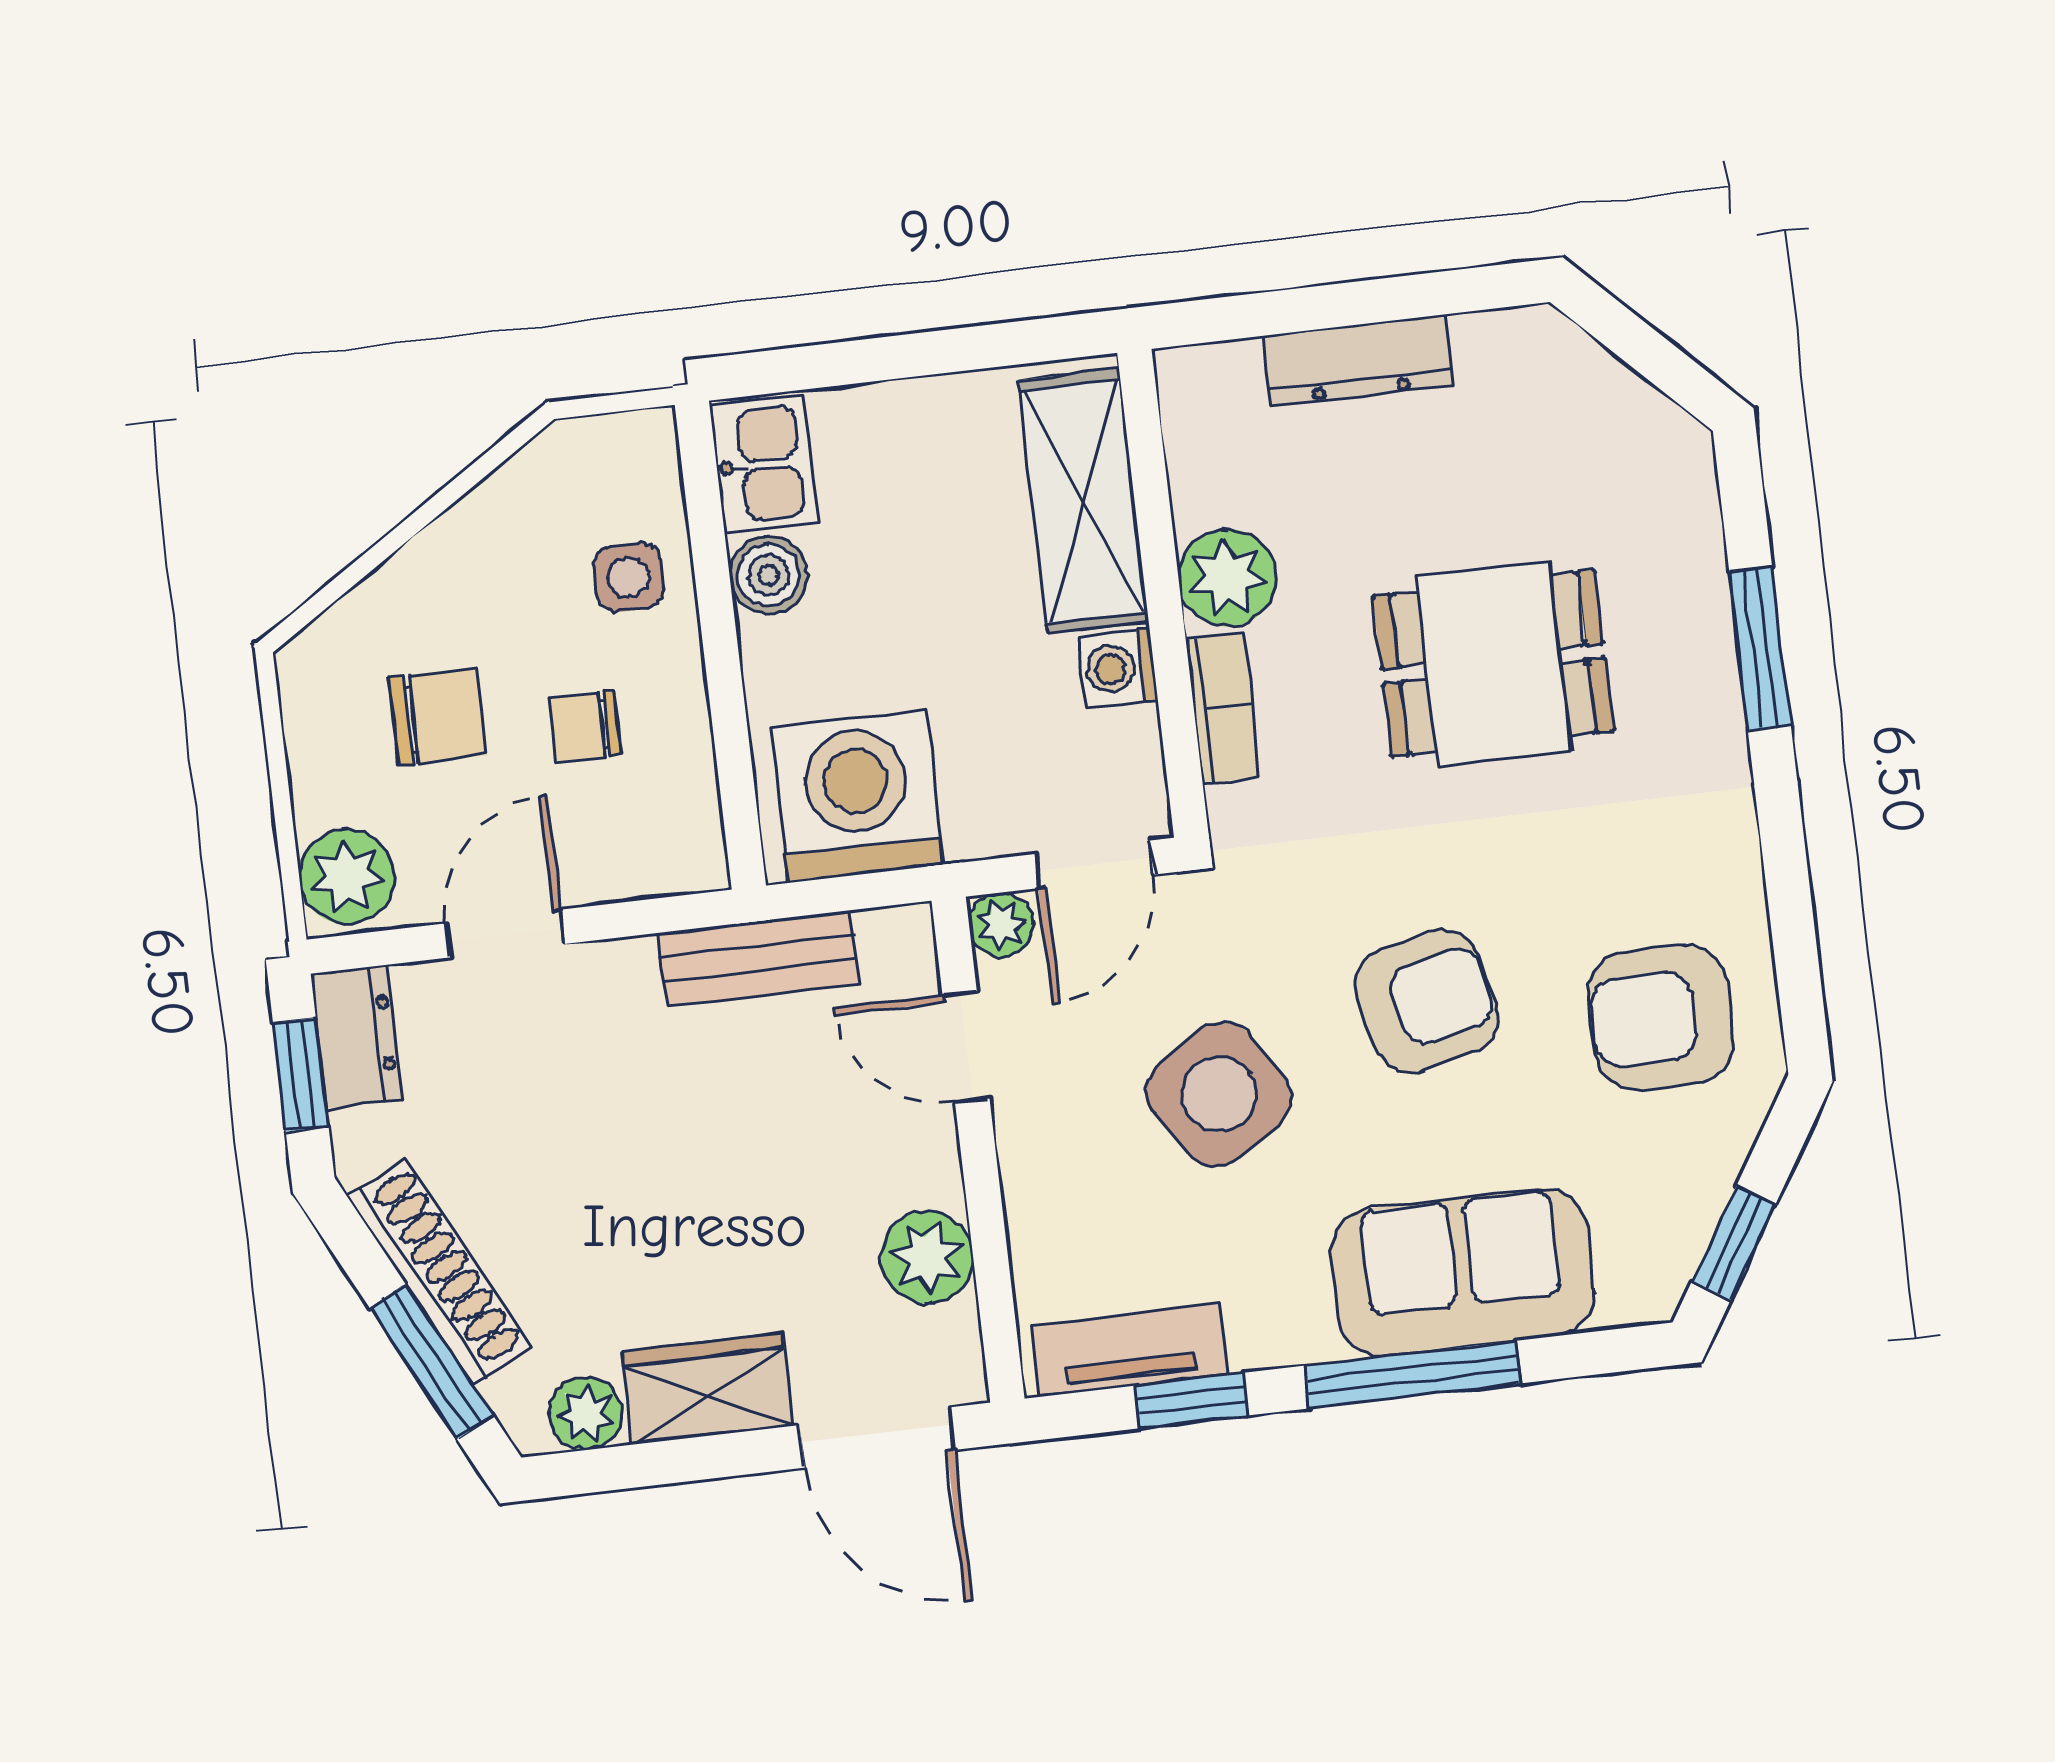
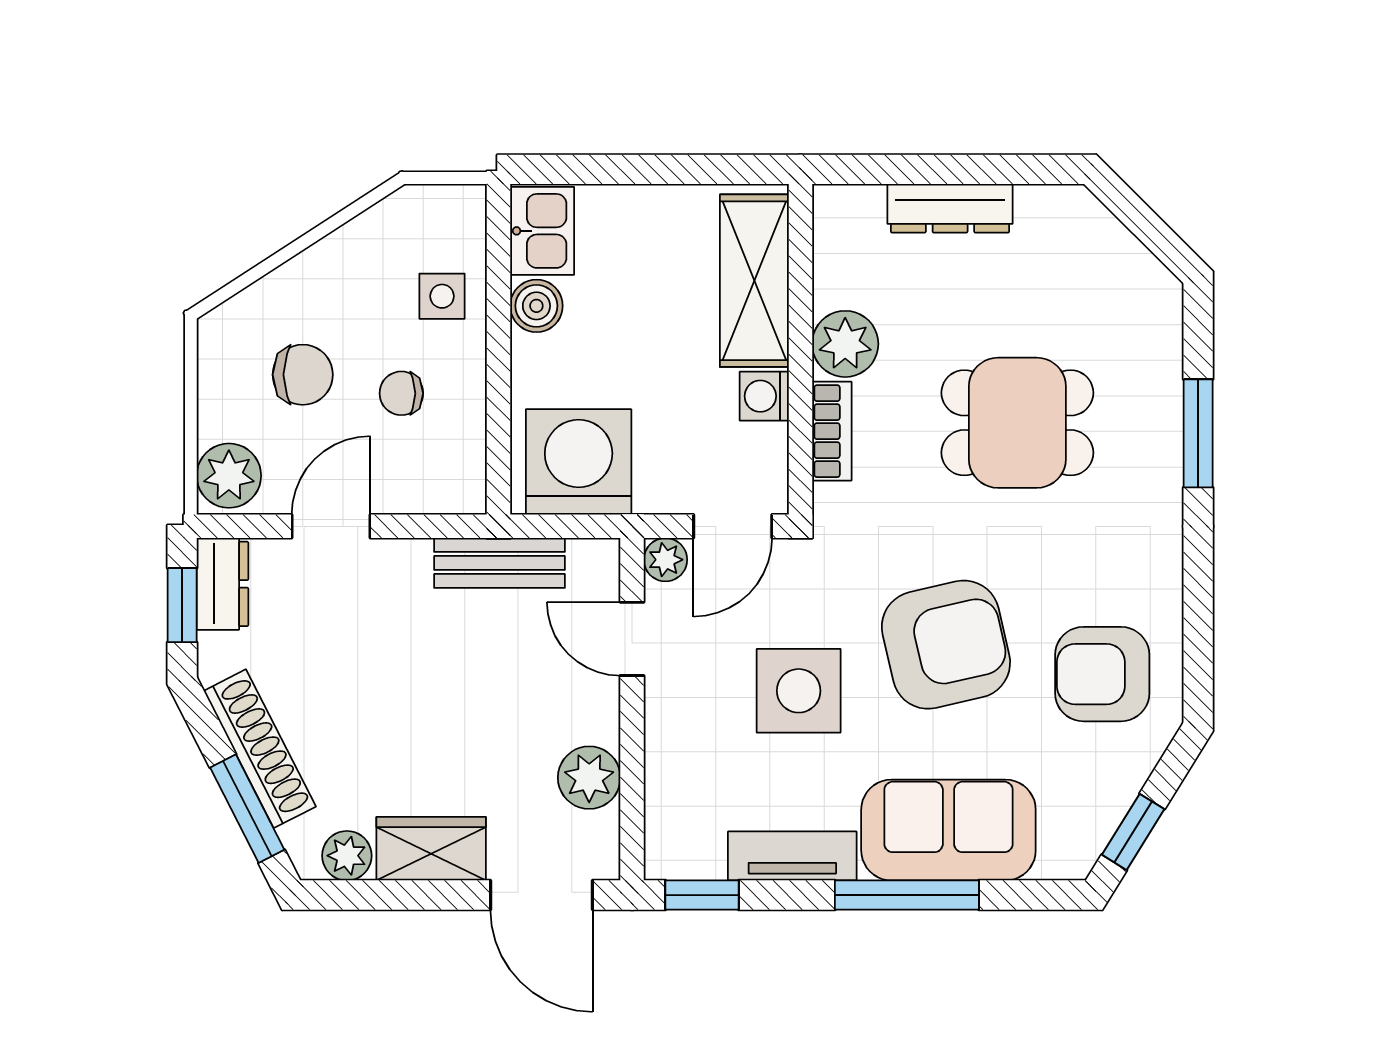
armchair: (1427, 1001) -> (946, 645), width x1.36, depth x1.36
side table: (1219, 1094) -> (799, 691), turned 33
tv unit: (1130, 1350) -> (792, 856), moved
window: (1192, 1401) -> (702, 895), moved

